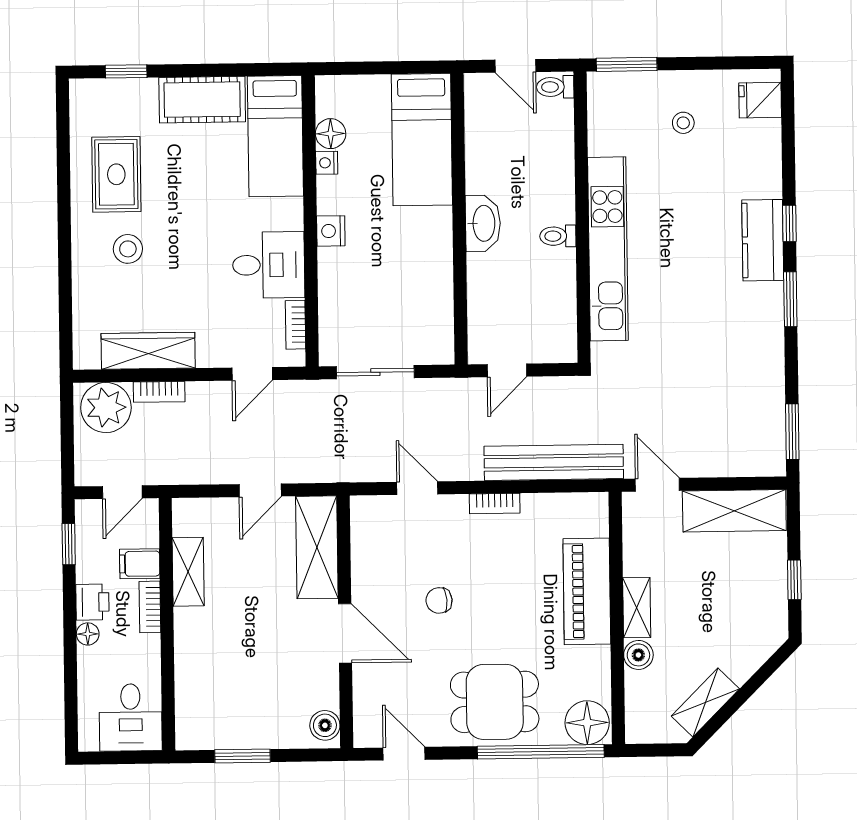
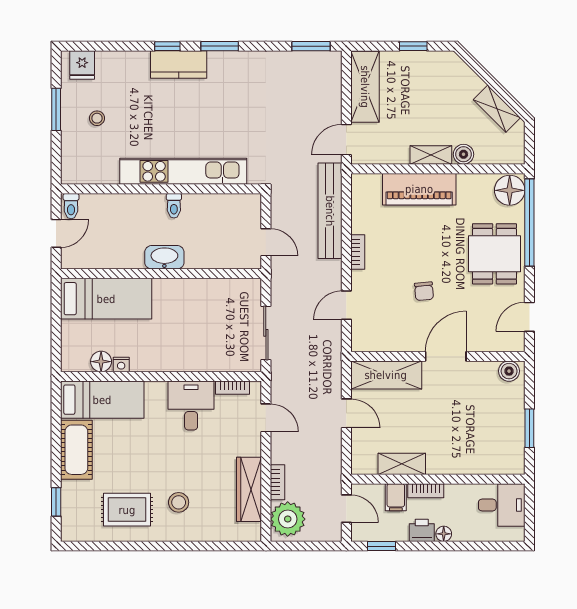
window: (627, 64) -> (56, 109), moved
nightstand: (331, 231) -> (168, 362), removed

